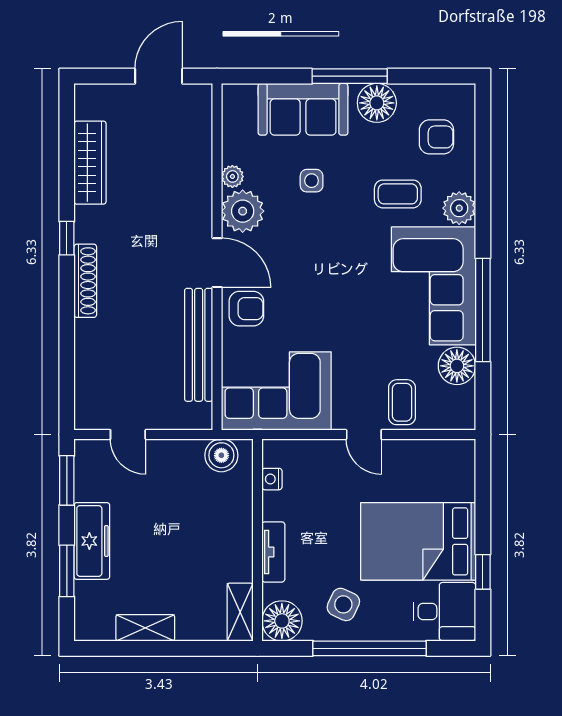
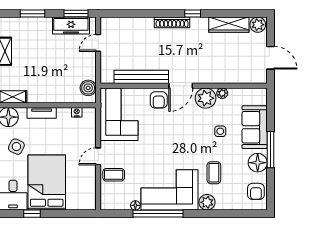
plant: (90, 103) -> (258, 25), added
armchair: (436, 137) -> (256, 191), moved
floor lamp: (457, 366) -> (135, 205), width x0.53, depth x0.53
freezer: (92, 541) -> (71, 26), moved

